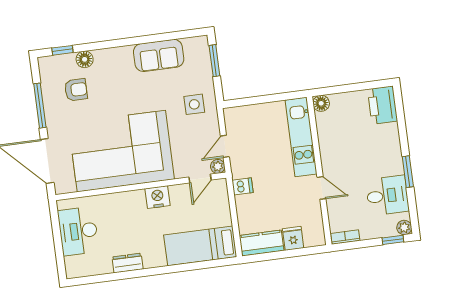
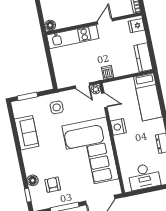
fridge: (293, 238) -> (136, 26), moved

